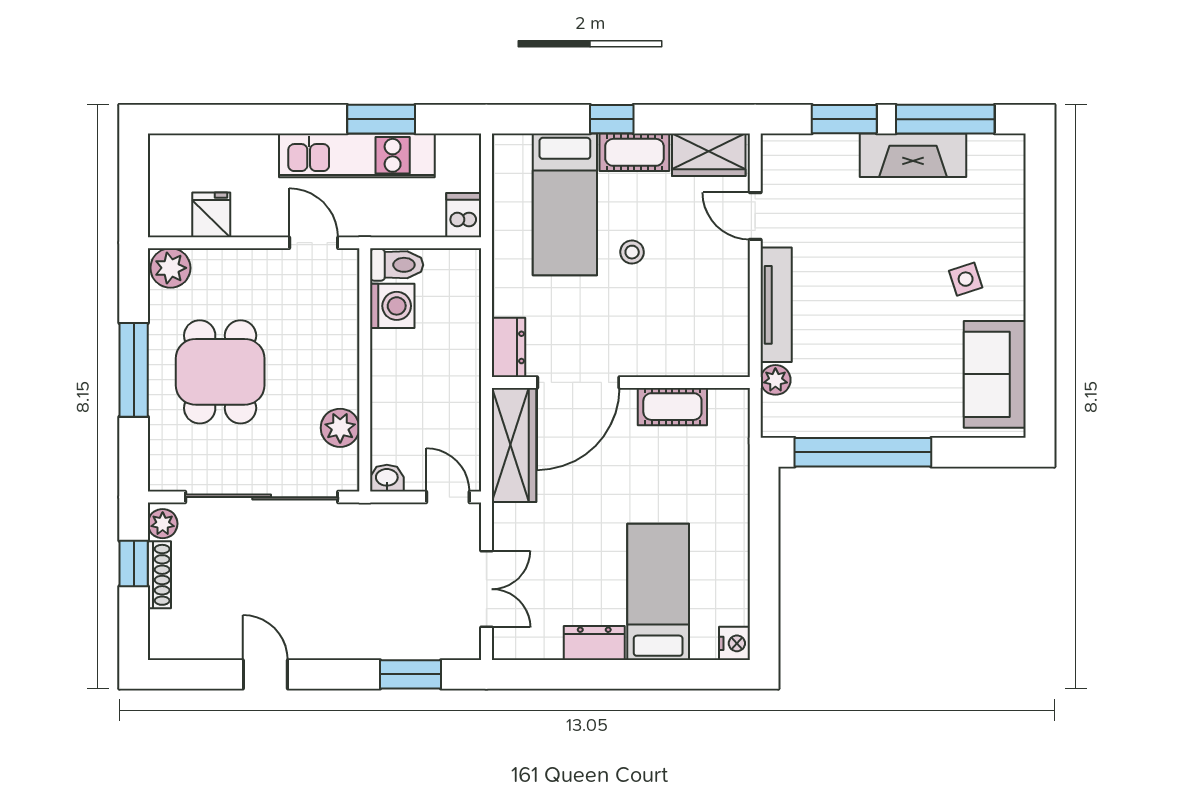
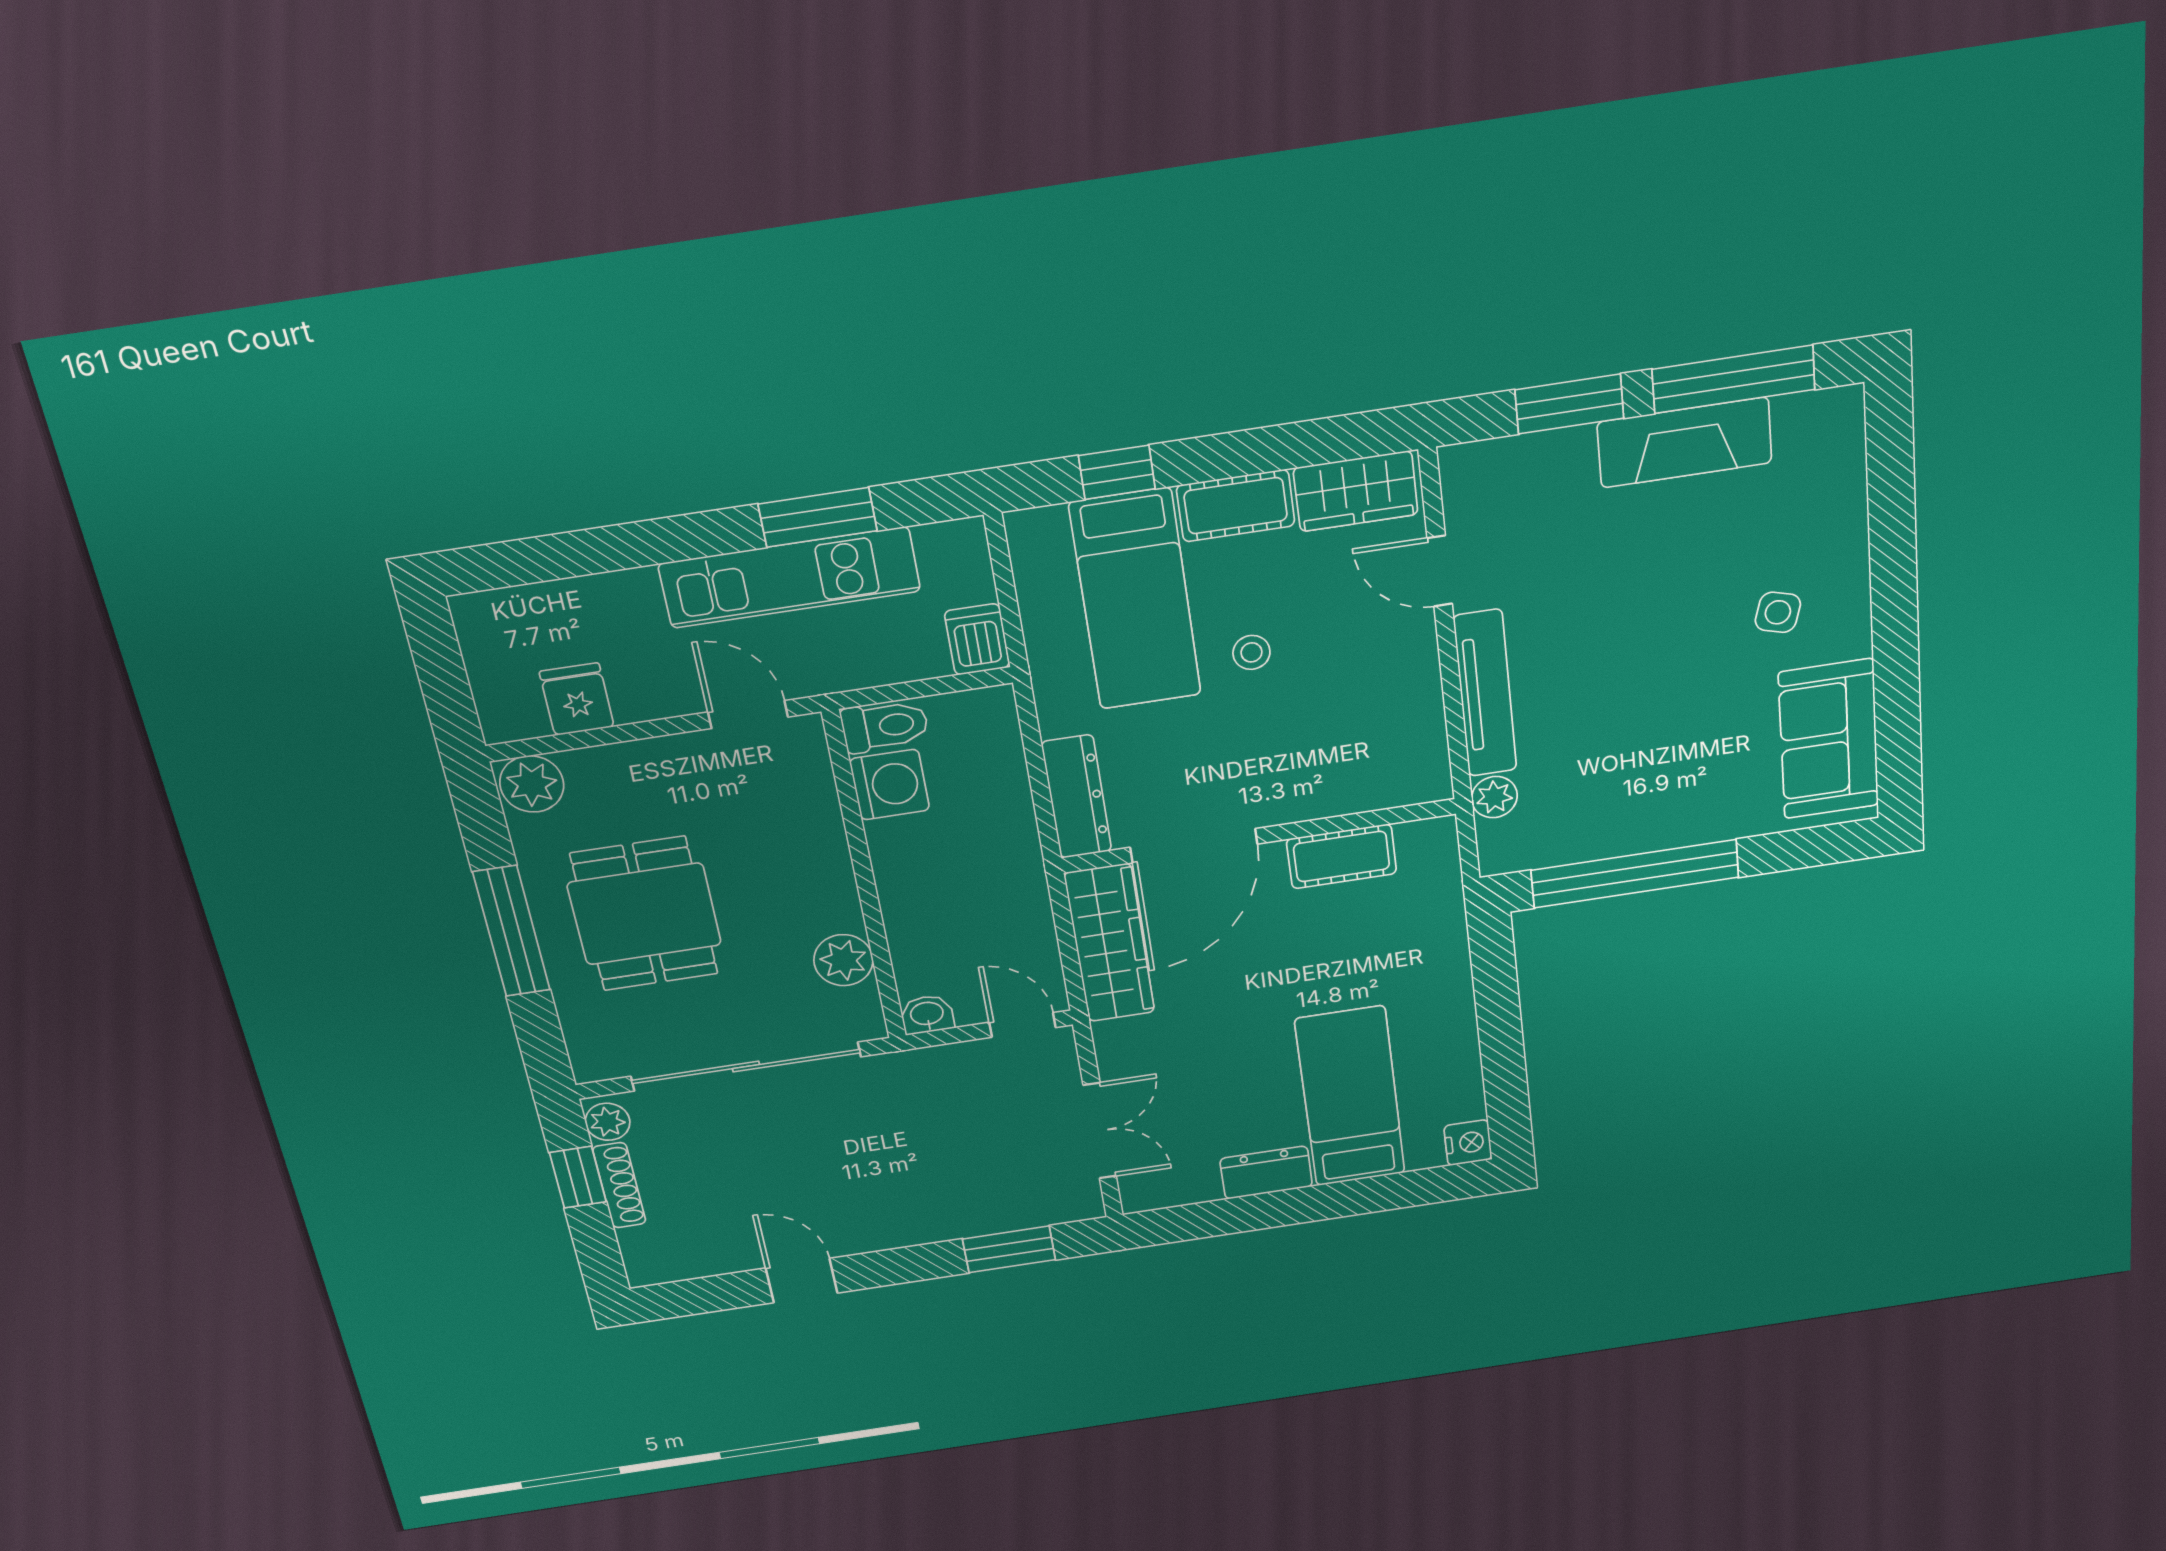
window: (612, 119) -> (1117, 472), moved
side table: (966, 279) -> (1778, 612), turned 34
dresser: (509, 347) -> (1077, 797), width x1.44

